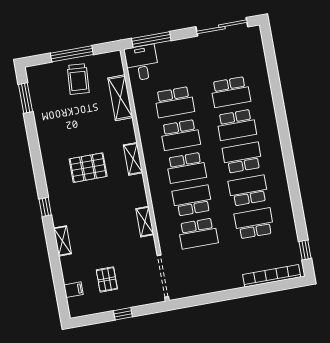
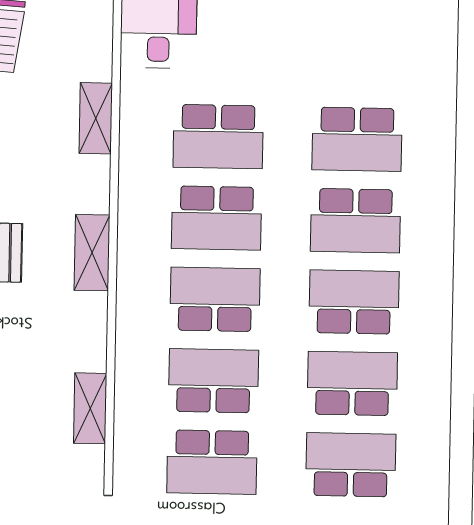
shelving: (120, 98) -> (96, 118), width x0.67, depth x0.75
school desk: (186, 168) -> (215, 299), turned 180

